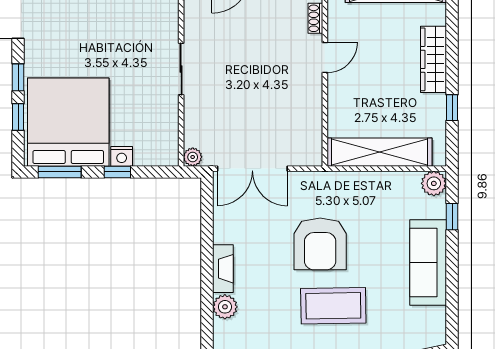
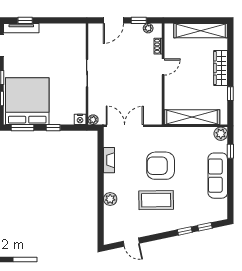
nightstand: (122, 156) -> (80, 119), moved
double door: (252, 169) -> (125, 126), swing flipped
armchair: (320, 244) -> (161, 166), turned 90
fireplace: (223, 269) -> (109, 160), moved
coffee table: (333, 306) -> (156, 200), moved

